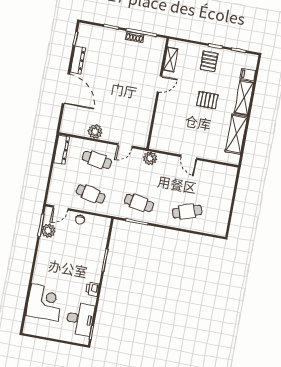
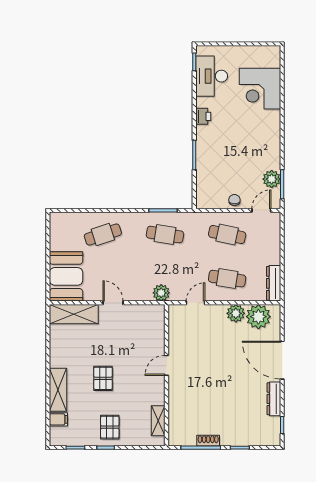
door: (159, 84) -> (167, 365), moved
pallet: (207, 100) -> (103, 378), turned 90
plant: (78, 126) -> (258, 317), added
shelving: (236, 134) -> (74, 314), moved, turned 90
booth: (222, 184) -> (66, 276), added

